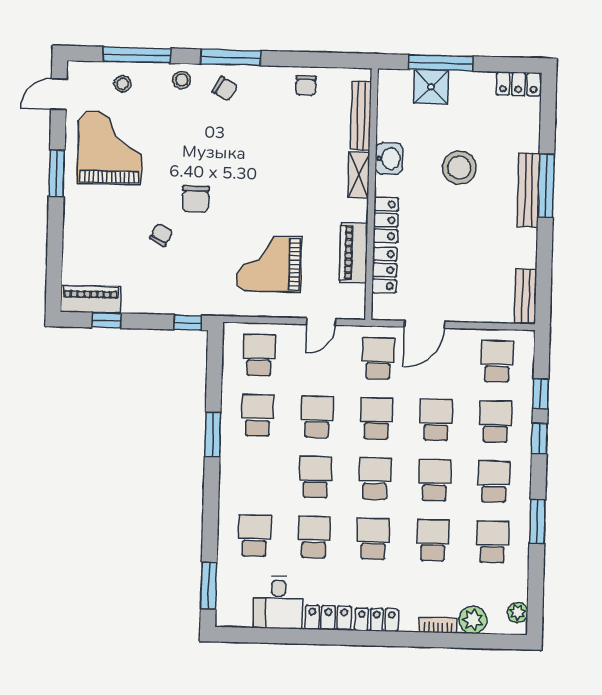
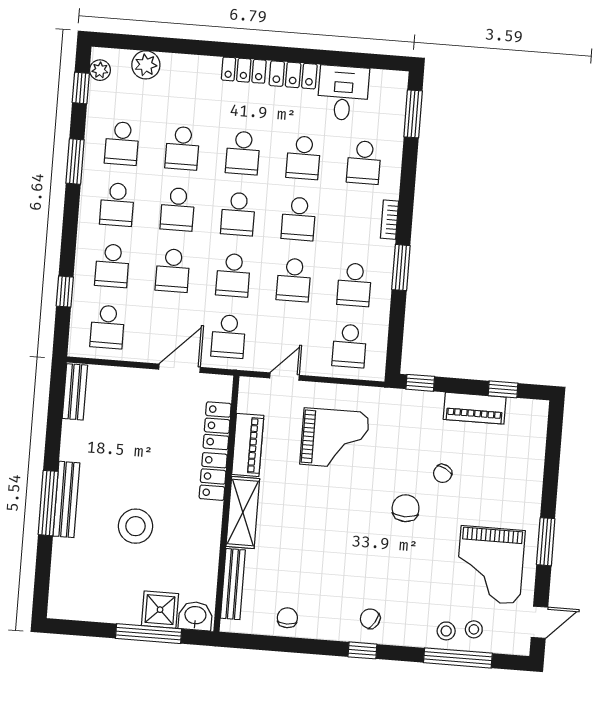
window: (231, 57) -> (362, 650), width x0.46
stool: (182, 80) -> (446, 631), moved
locker: (518, 84) -> (71, 608), removed
washbasin: (389, 159) -> (195, 616), moved, turned 90
shelving: (359, 175) -> (243, 513), width x1.50, depth x1.33
piano: (91, 299) -> (475, 408), moved
window: (540, 438) -> (81, 88), moved
bookcase: (438, 625) -> (390, 220), moved, turned 90

